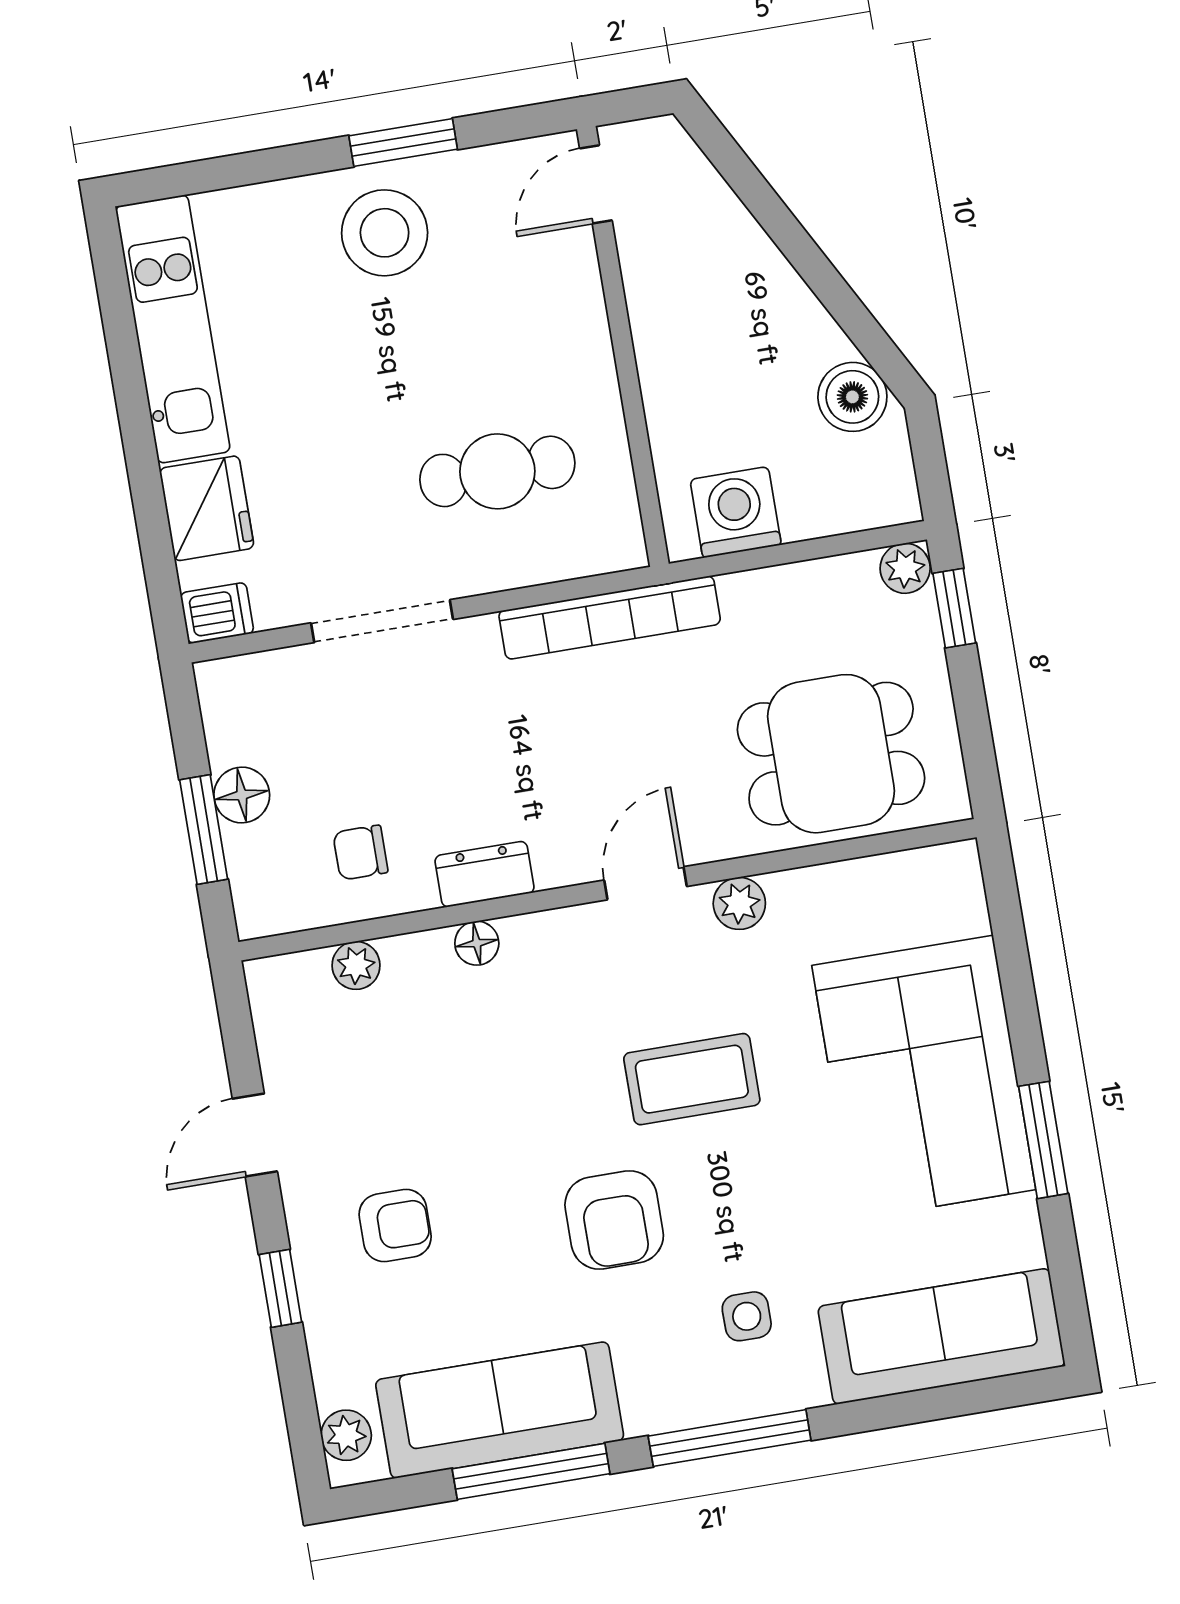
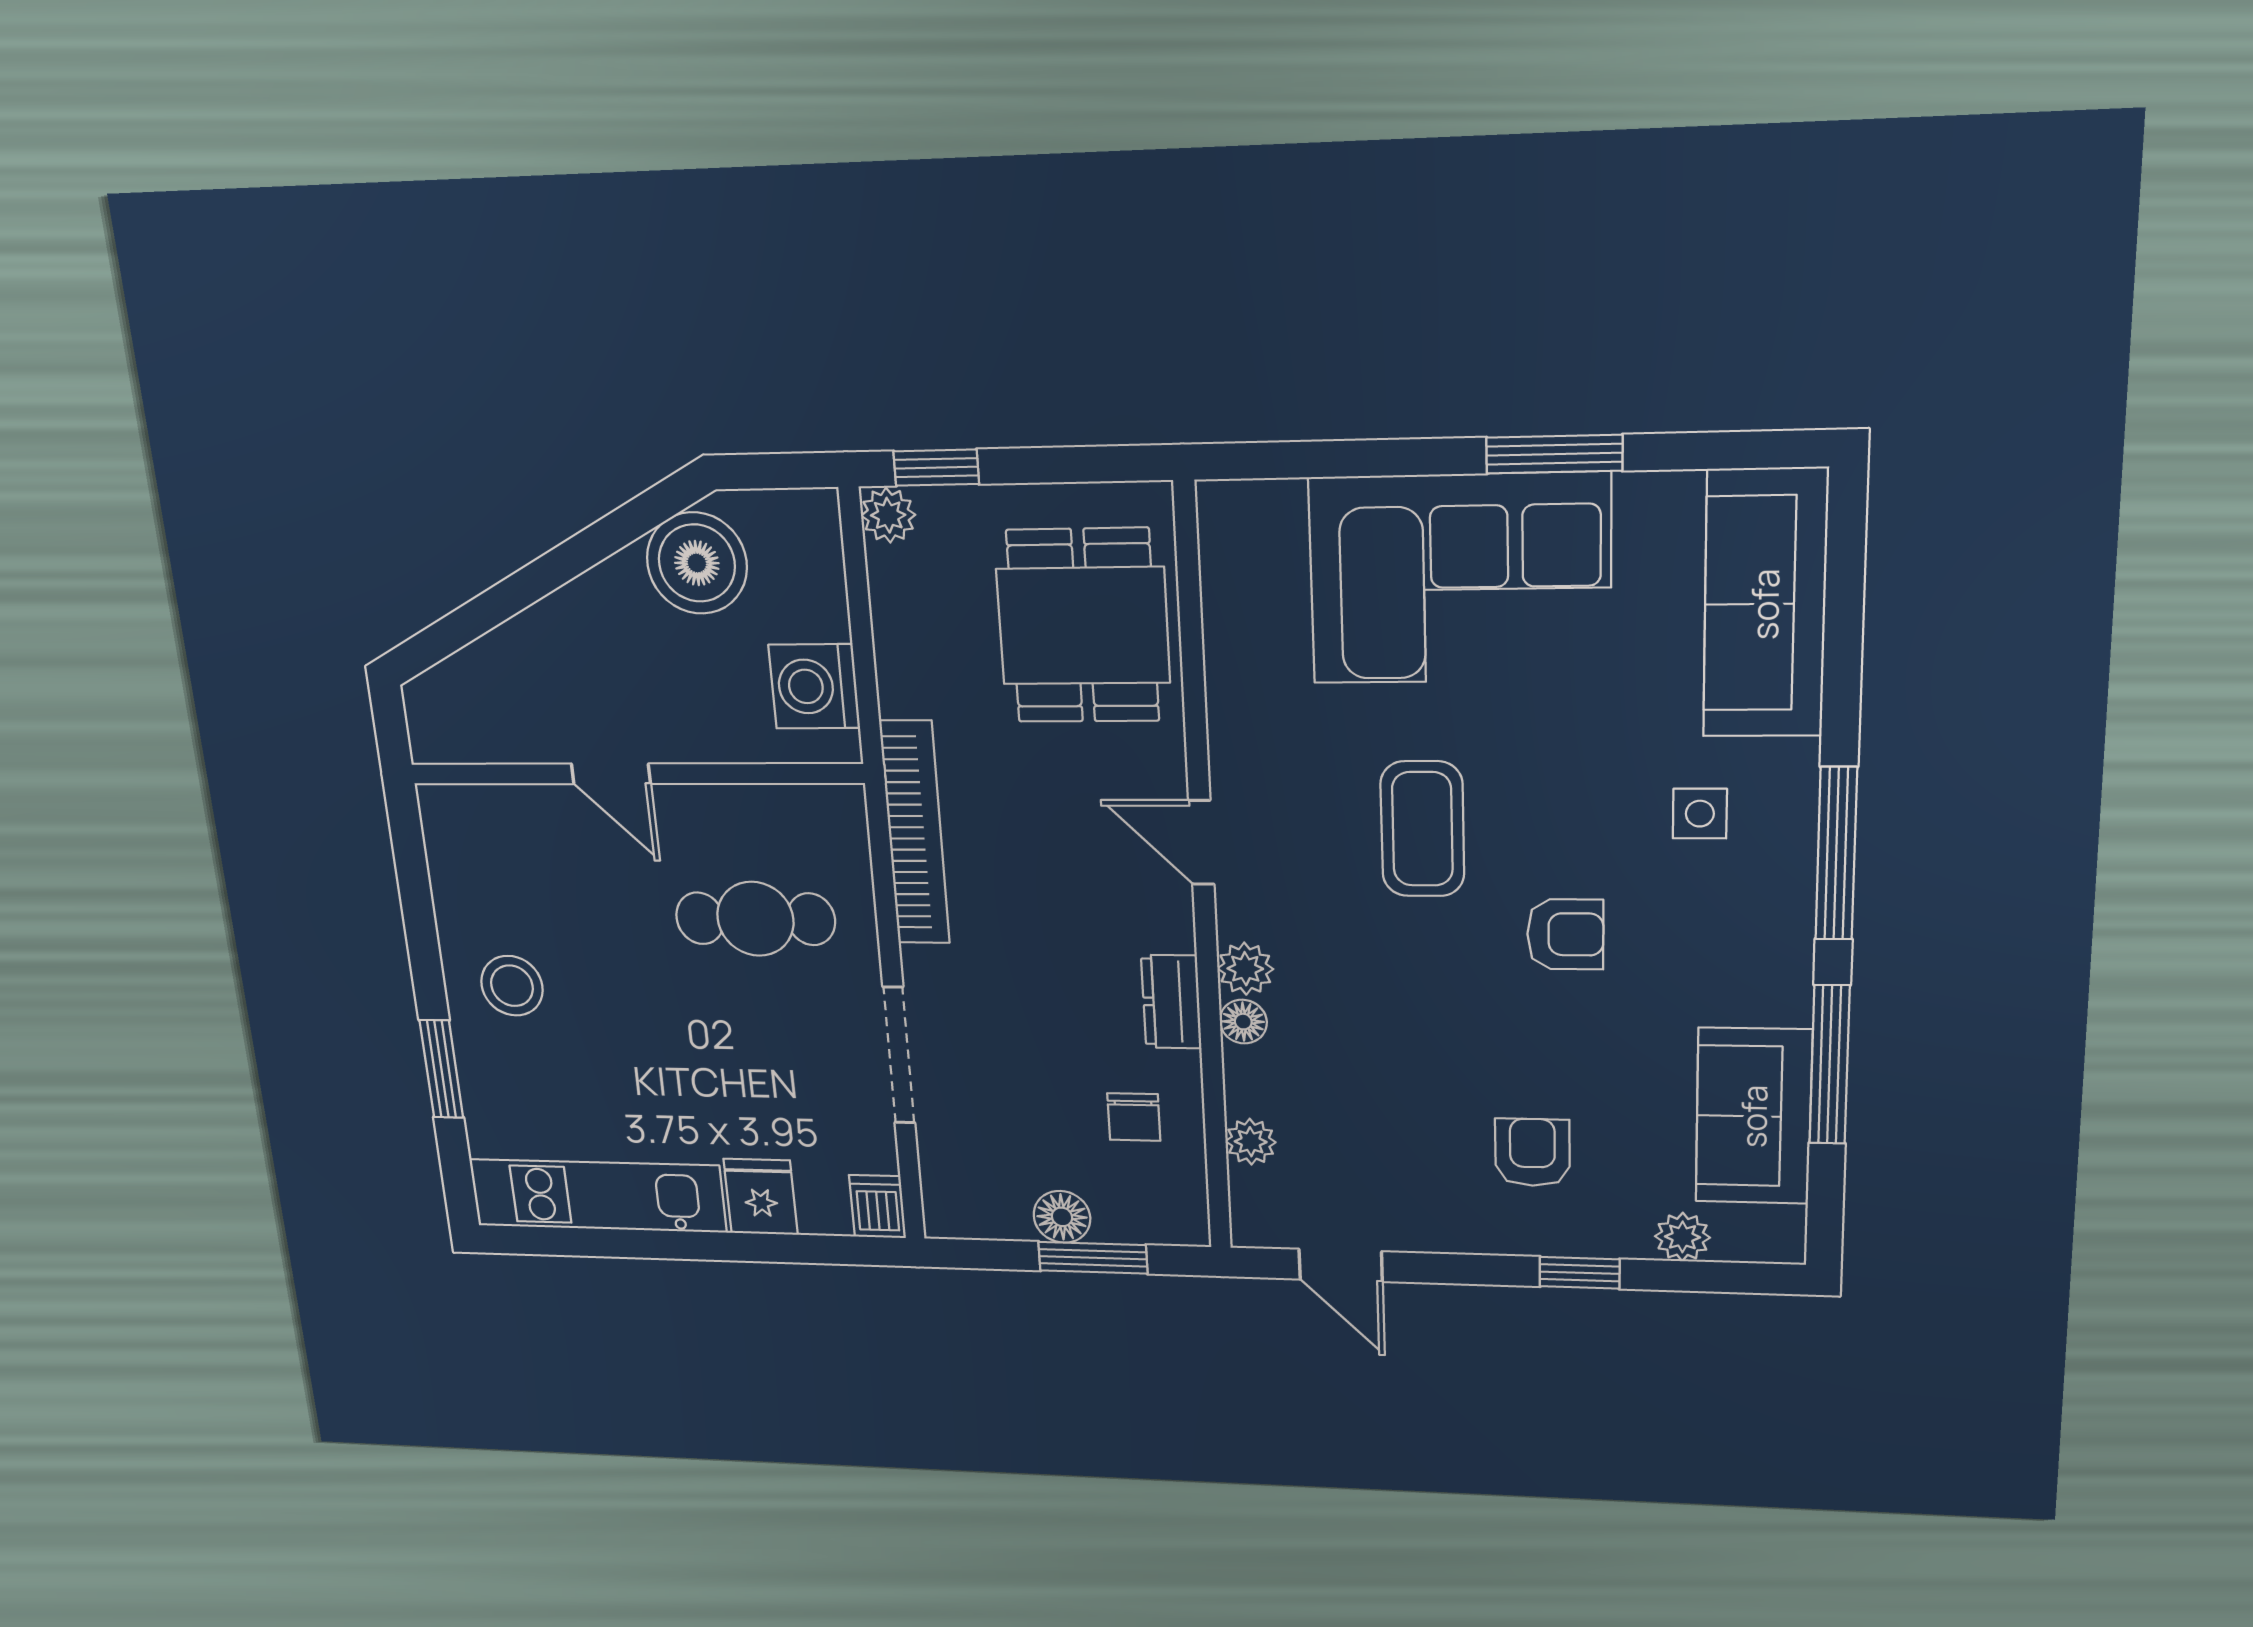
window: (403, 143) -> (441, 1069), moved
door: (596, 184) -> (611, 774), moved
stool: (385, 233) -> (512, 986), width x0.73, depth x0.73
boiler: (852, 397) -> (697, 563), width x1.37, depth x1.37
cafe table: (497, 471) -> (755, 919), turned 90
fridge: (207, 508) -> (761, 1197), width x0.72
plant: (739, 903) -> (1245, 969), moved
door: (255, 1135) -> (1341, 1265), moved
armchair: (614, 1220) -> (1565, 934), width x0.72, depth x0.72
sofa: (500, 1410) -> (1754, 1116), width x0.73
plant: (346, 1435) -> (1682, 1237), moved

